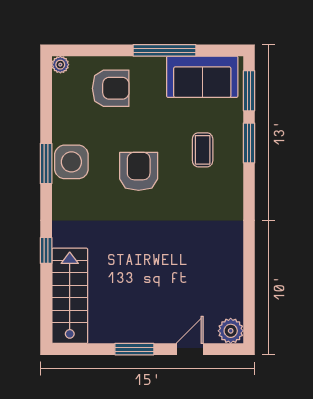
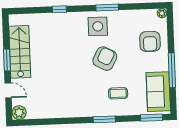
window: (249, 143) -> (104, 119), moved
side table: (71, 162) -> (98, 26), moved
armchair: (139, 171) -> (105, 59), turned -62
stairs: (70, 296) -> (20, 52), moved, turned -90

